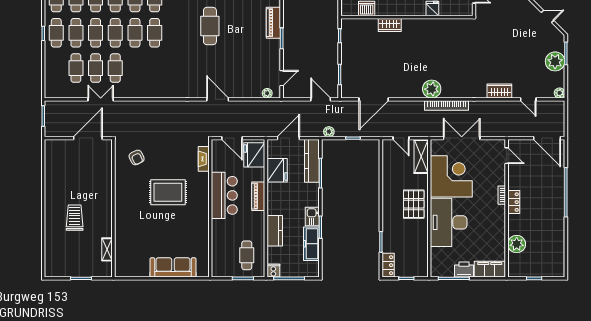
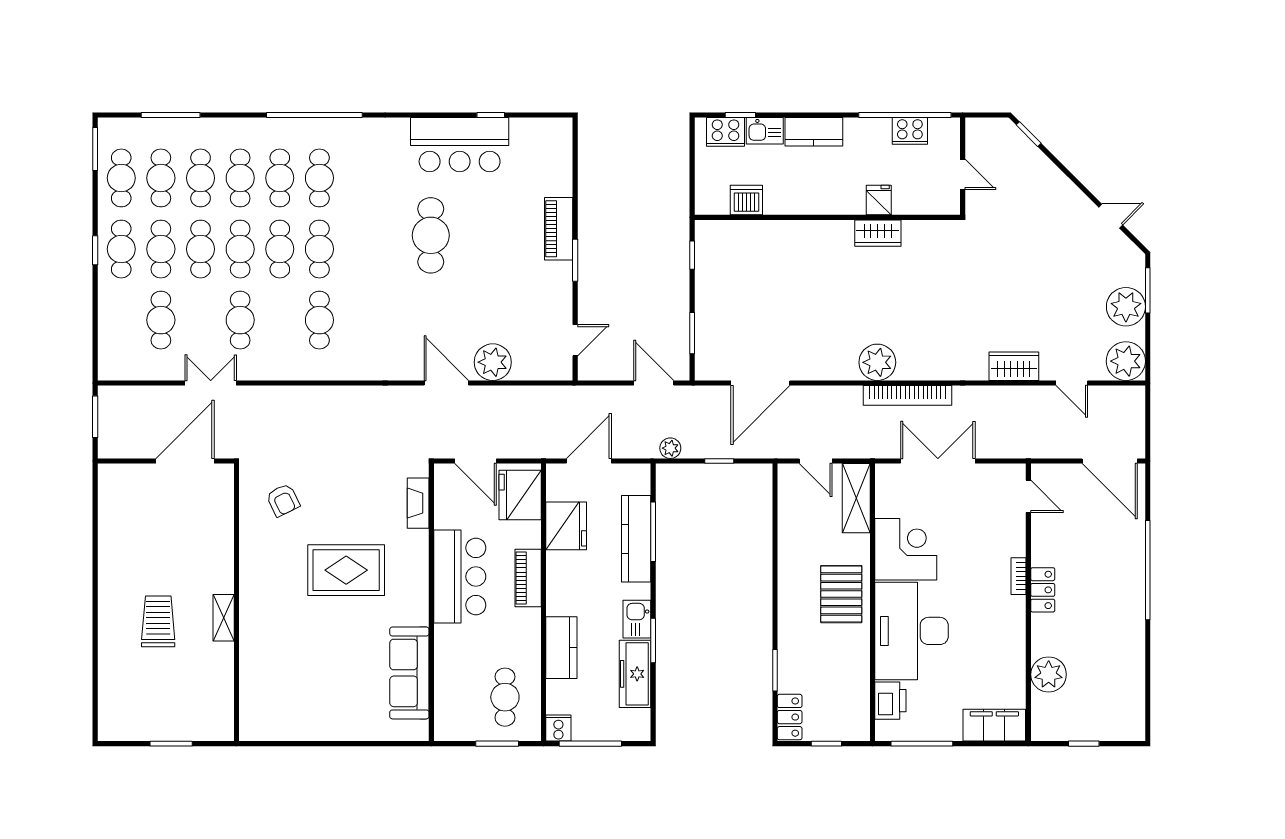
wardrobe: (390, 25) -> (878, 233), moved
cafe table: (96, 68) -> (319, 320), moved
plant: (267, 93) -> (493, 362), moved, width x1.88, depth x1.88
plant: (560, 93) -> (1126, 361), width x1.87, depth x1.87
kitchen counter: (312, 161) -> (636, 539), moved
corner desk: (451, 176) -> (906, 549), width x0.74, depth x0.74
shelving: (107, 249) -> (224, 618), moved
sofa: (173, 267) -> (409, 673), moved, turned -90
printer: (464, 269) -> (890, 701), moved, turned 90

